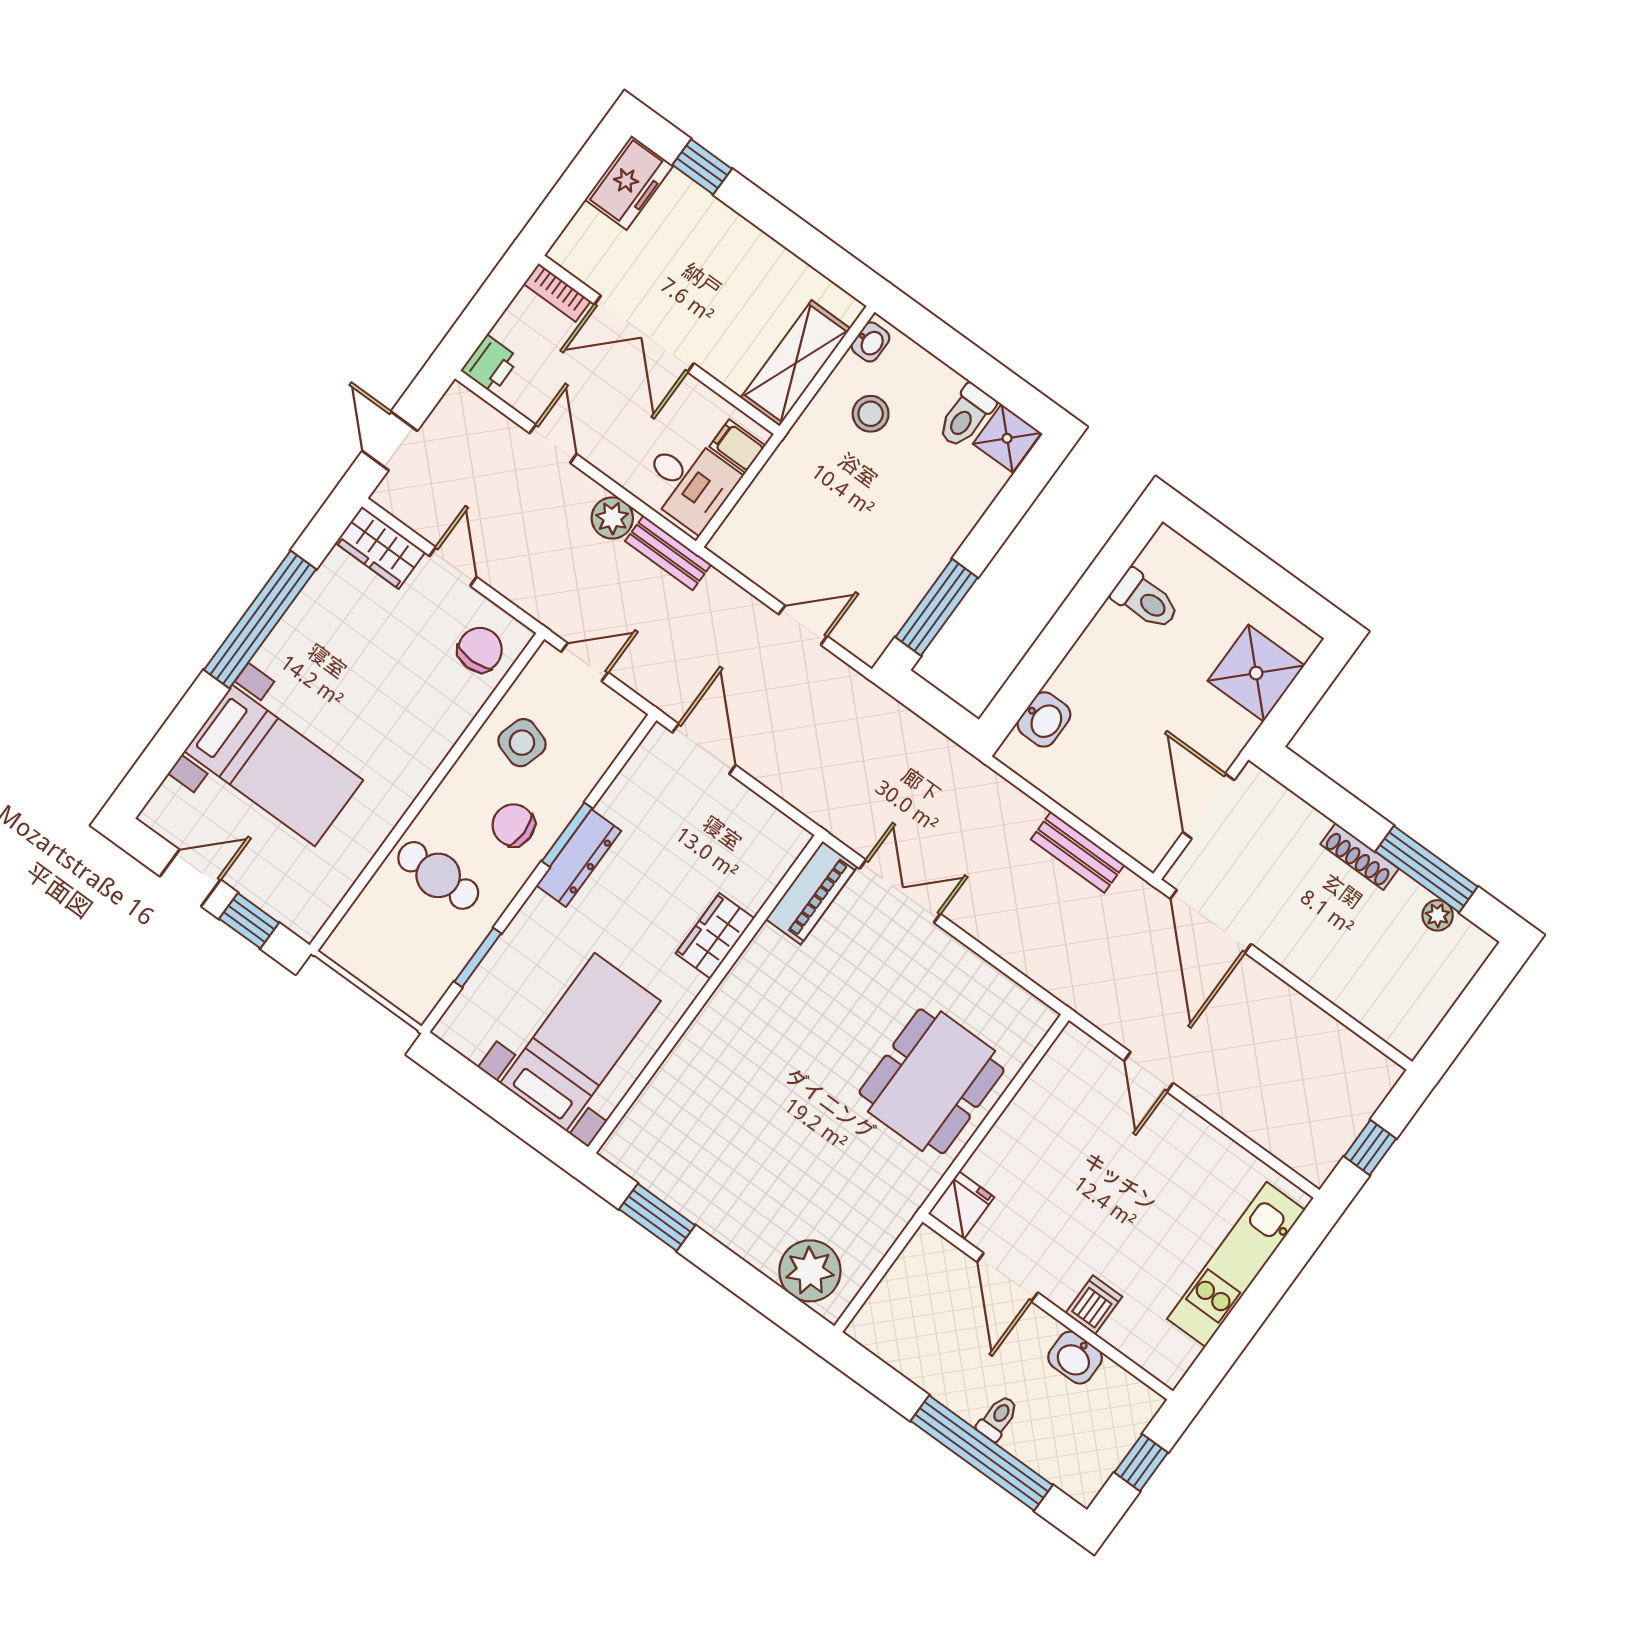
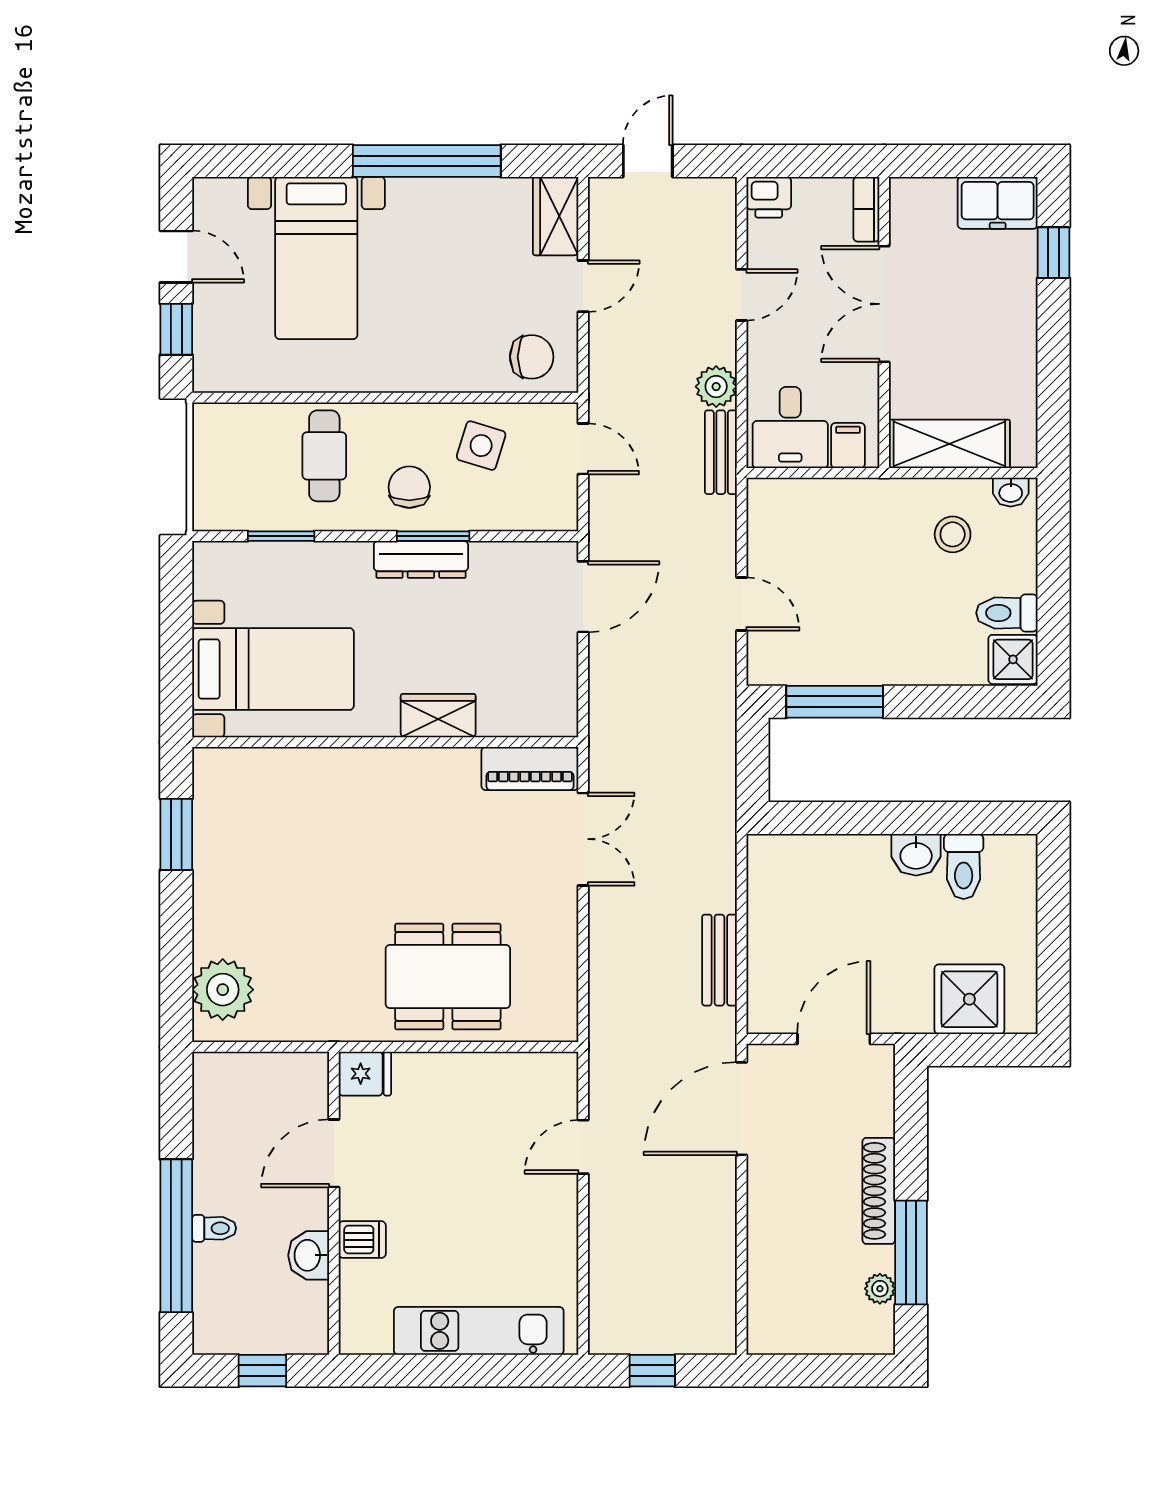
washbasin: (1044, 719) -> (916, 855), moved
shoe rack: (1360, 856) -> (879, 1191), width x1.36, depth x1.24

